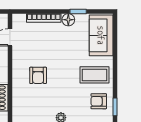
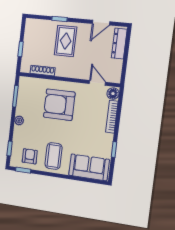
floor lamp: (68, 20) -> (113, 94), moved
armchair: (38, 75) -> (59, 105), width x1.88, depth x1.88

